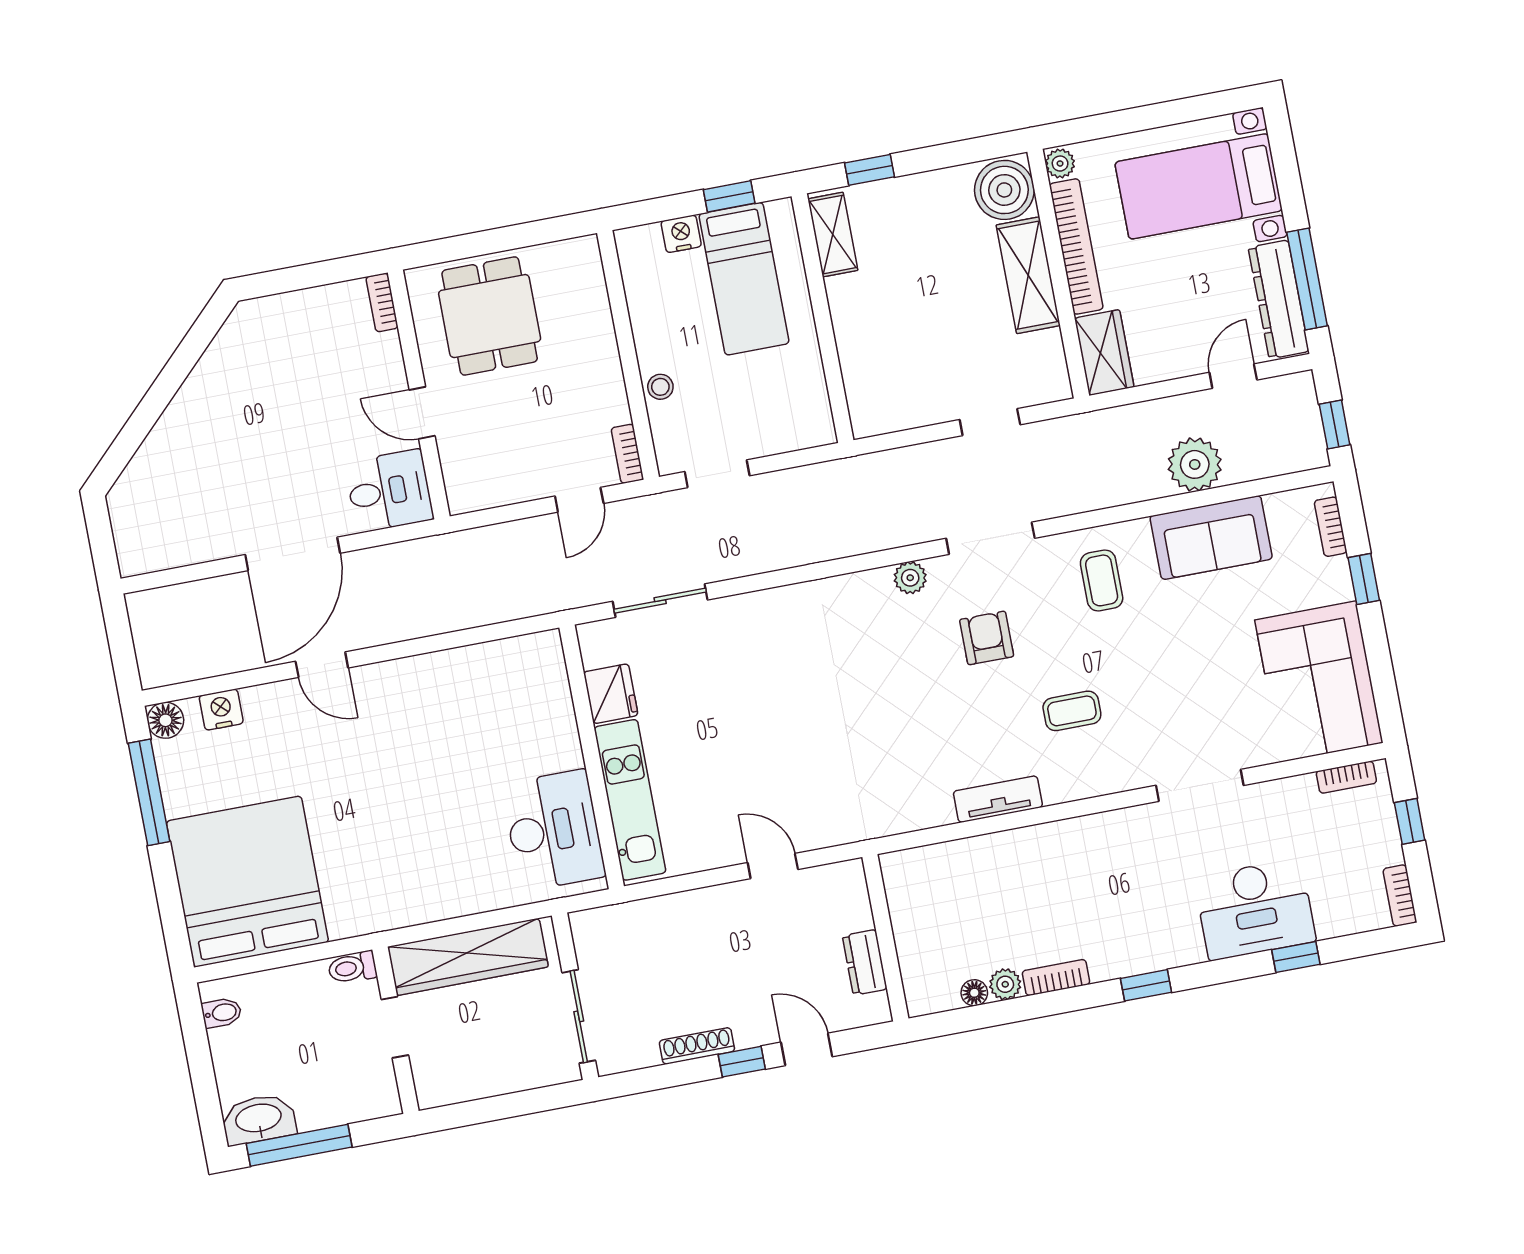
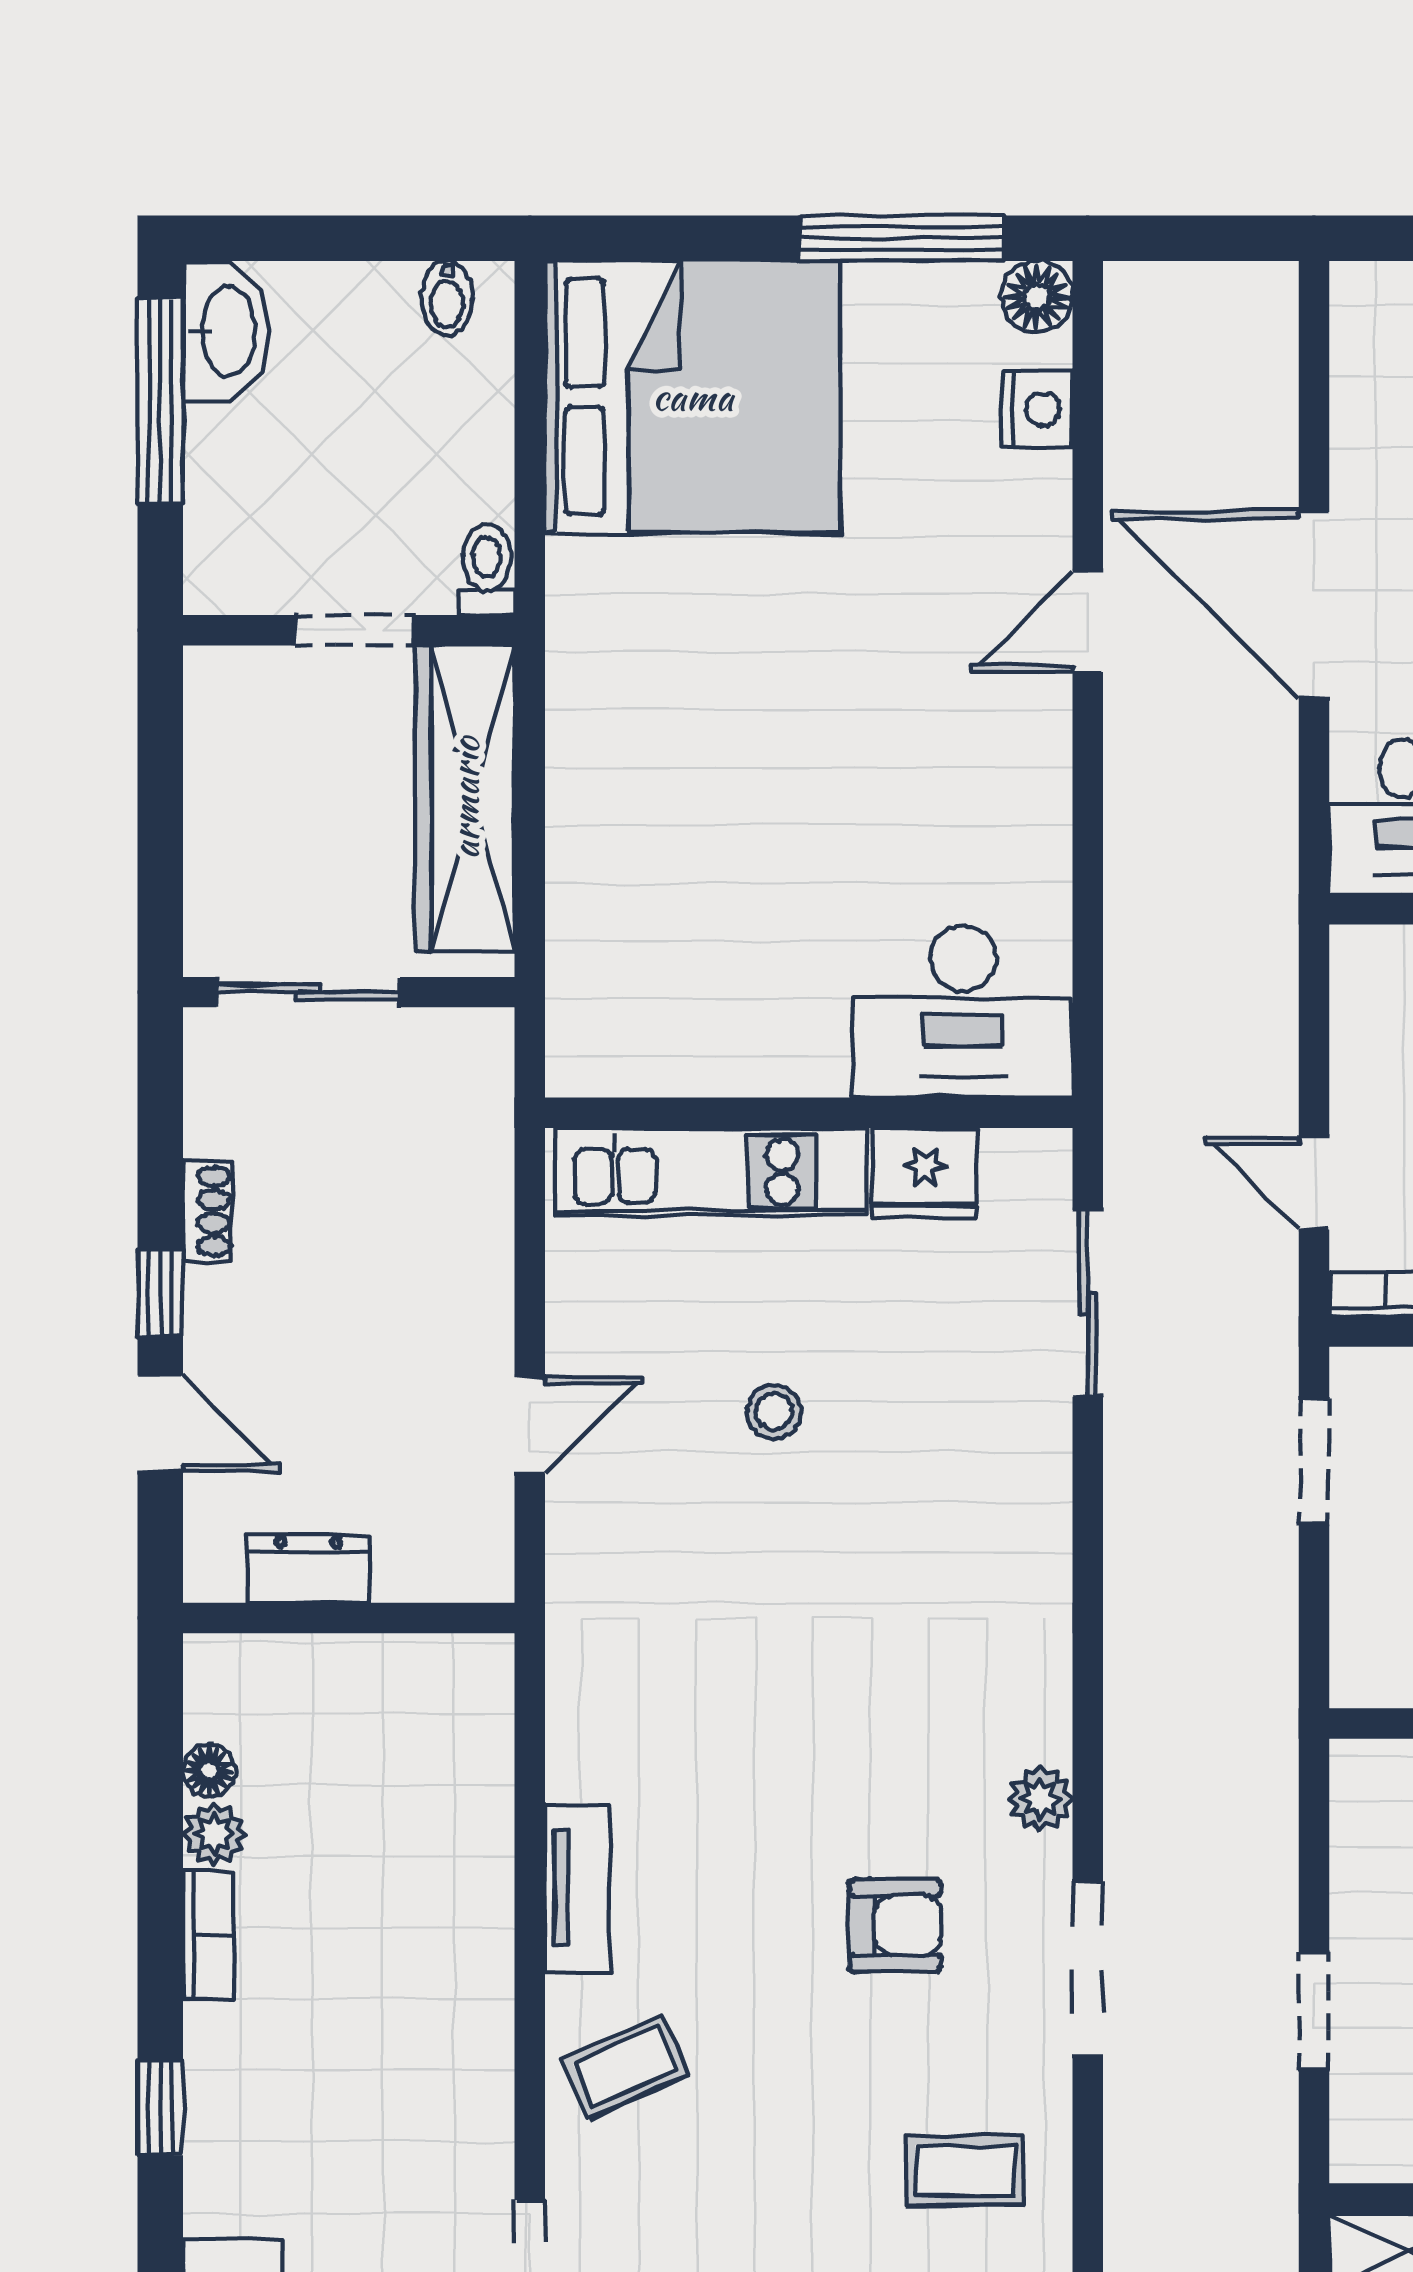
coffee table: (1072, 711) -> (625, 2067), moved, turned 66
stool: (743, 746) -> (774, 1411), added
desk: (554, 830) -> (963, 1012), moved
shoe rack: (697, 1046) -> (207, 1211), width x0.70
door: (807, 1049) -> (160, 1424), hinge flipped

